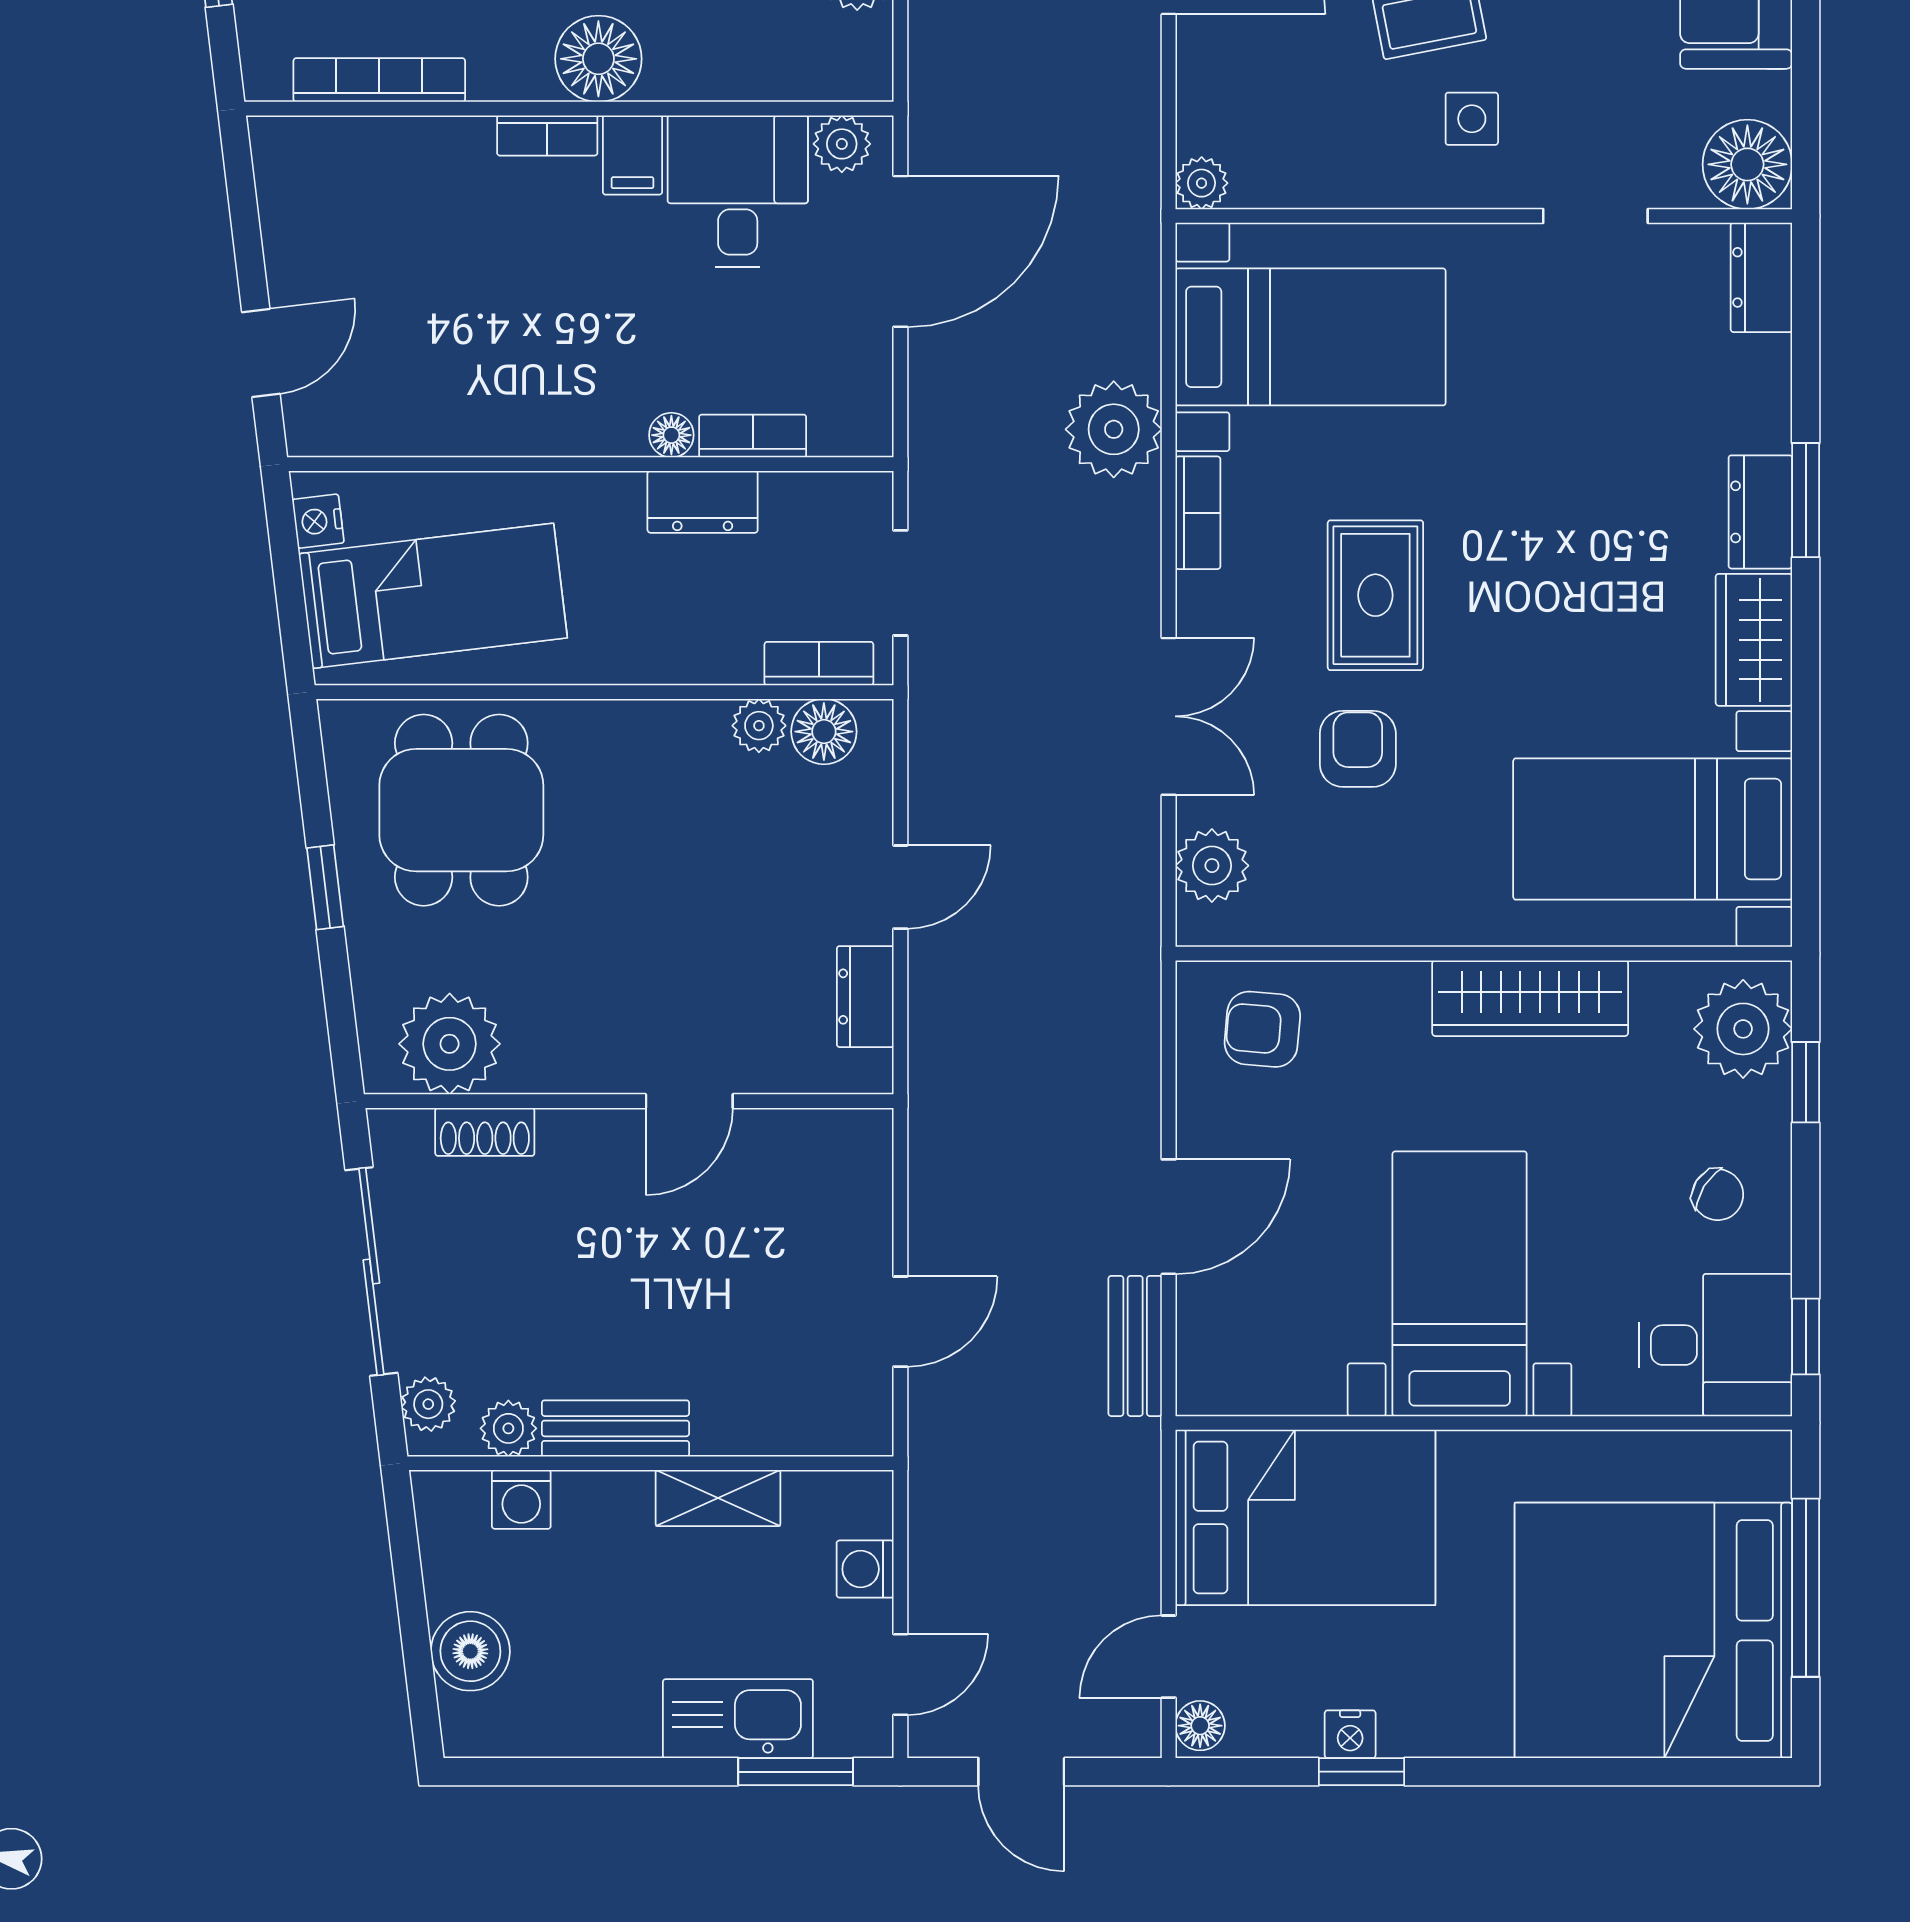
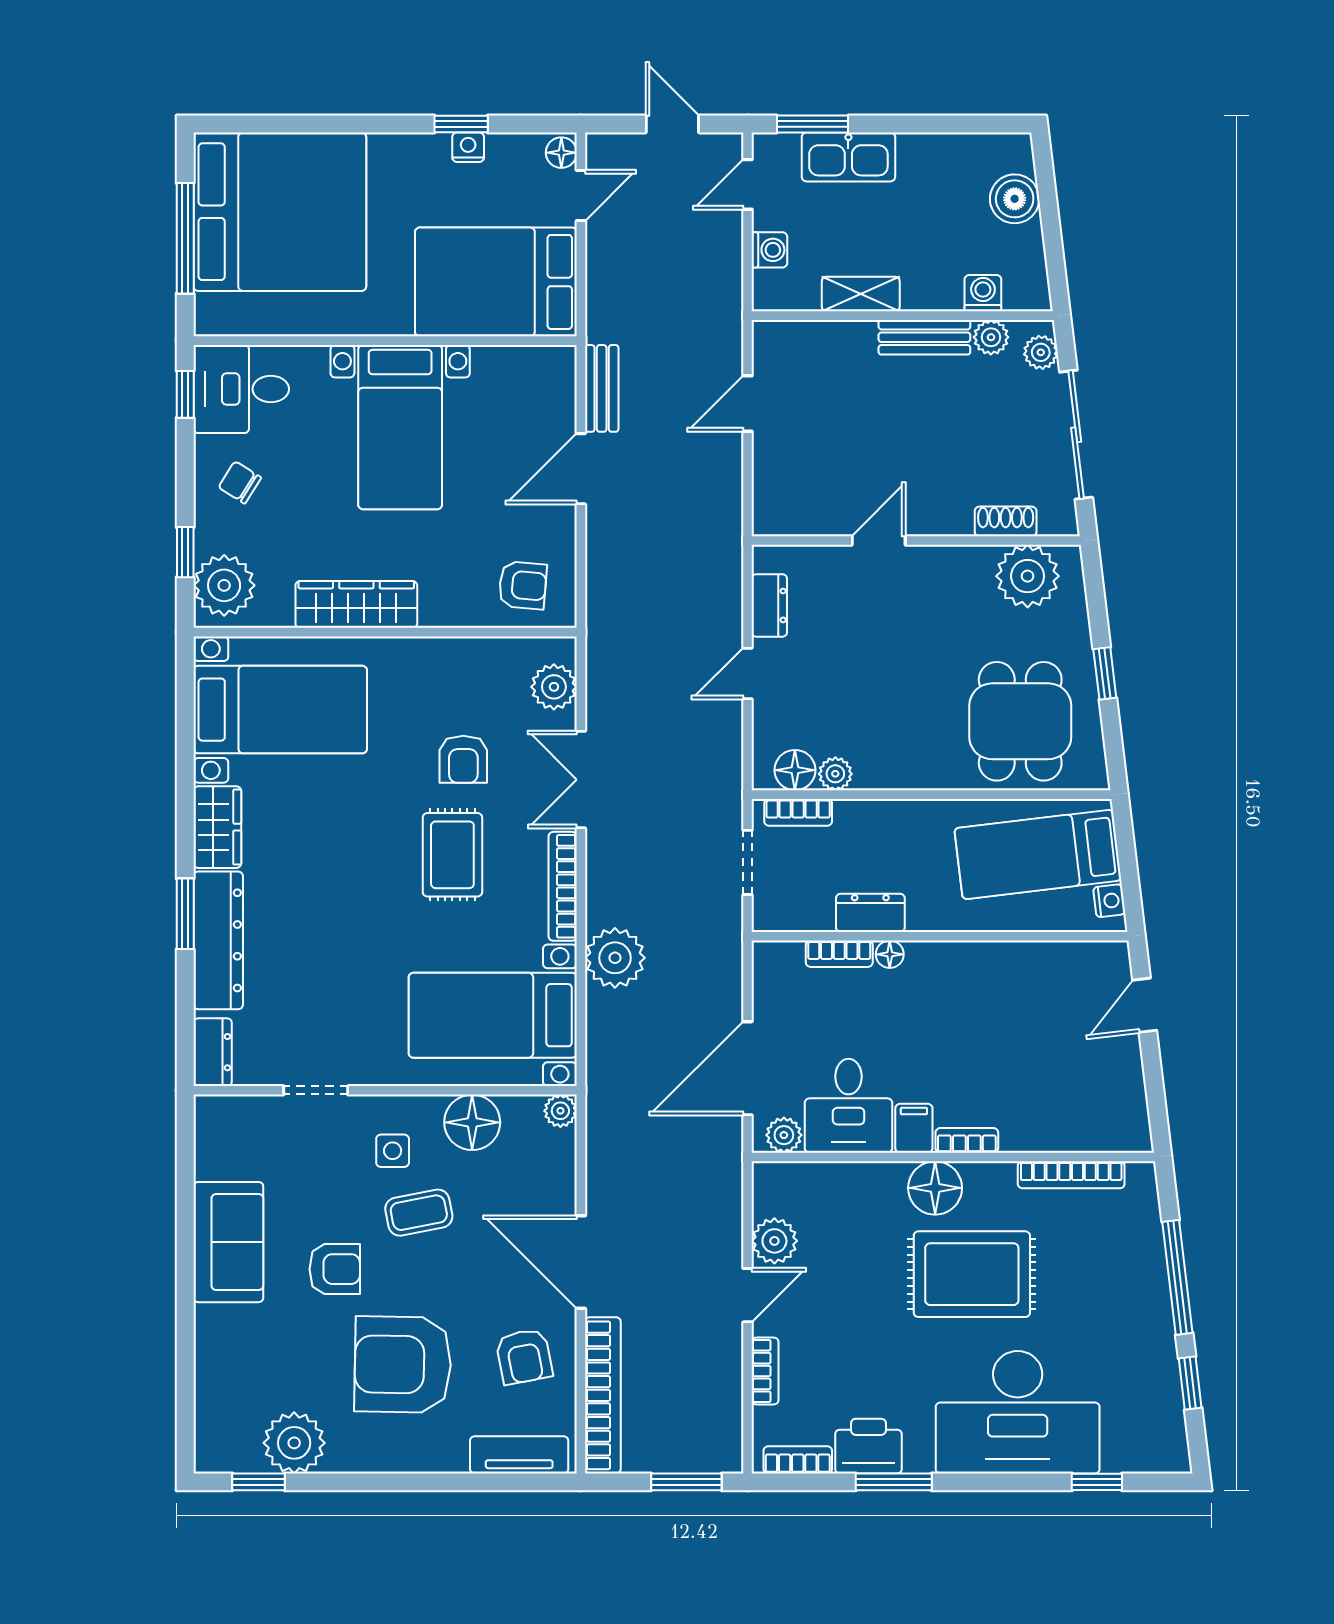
floor lamp: (1747, 164) -> (472, 1122), moved
dresser: (1760, 512) -> (218, 940), width x1.96, depth x1.24
bookcase: (1198, 513) -> (563, 886), width x1.56

